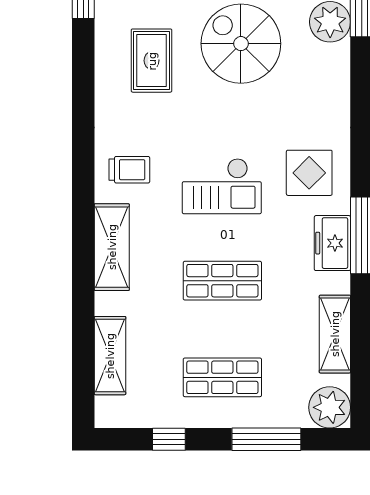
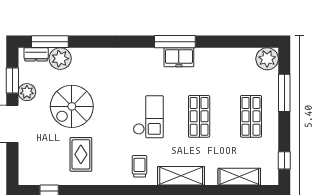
rug: (152, 61) -> (81, 154), turned 90
display table: (309, 173) -> (141, 70), removed
shelving: (335, 334) -> (228, 56), removed
window: (169, 439) -> (284, 160), moved

